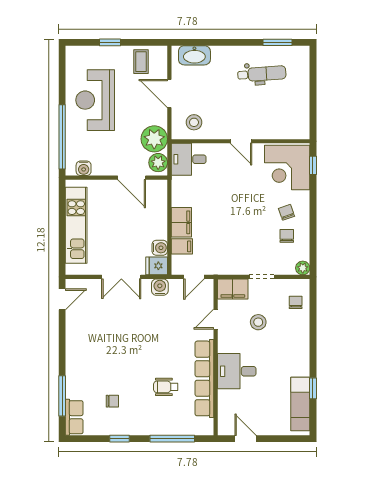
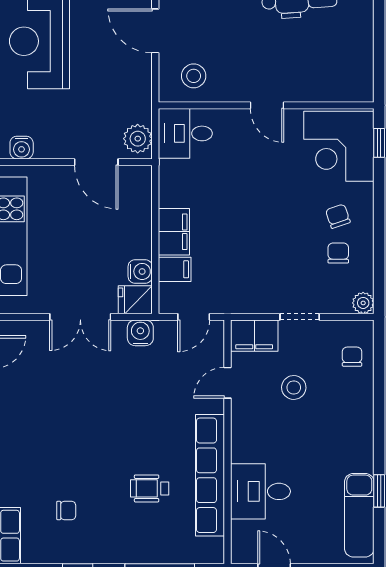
plant: (154, 139) -> (132, 102), removed
desk: (237, 371) -> (260, 491), moved

